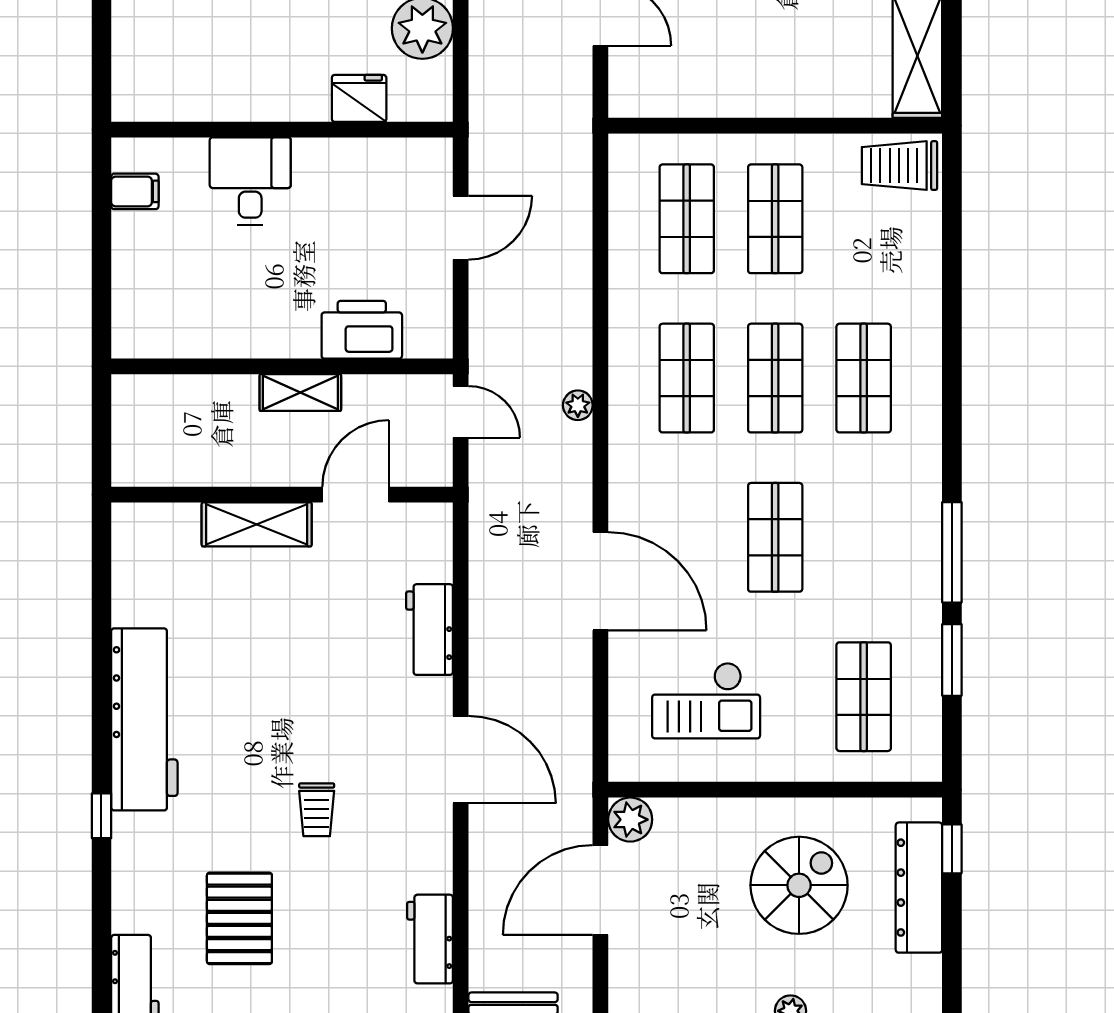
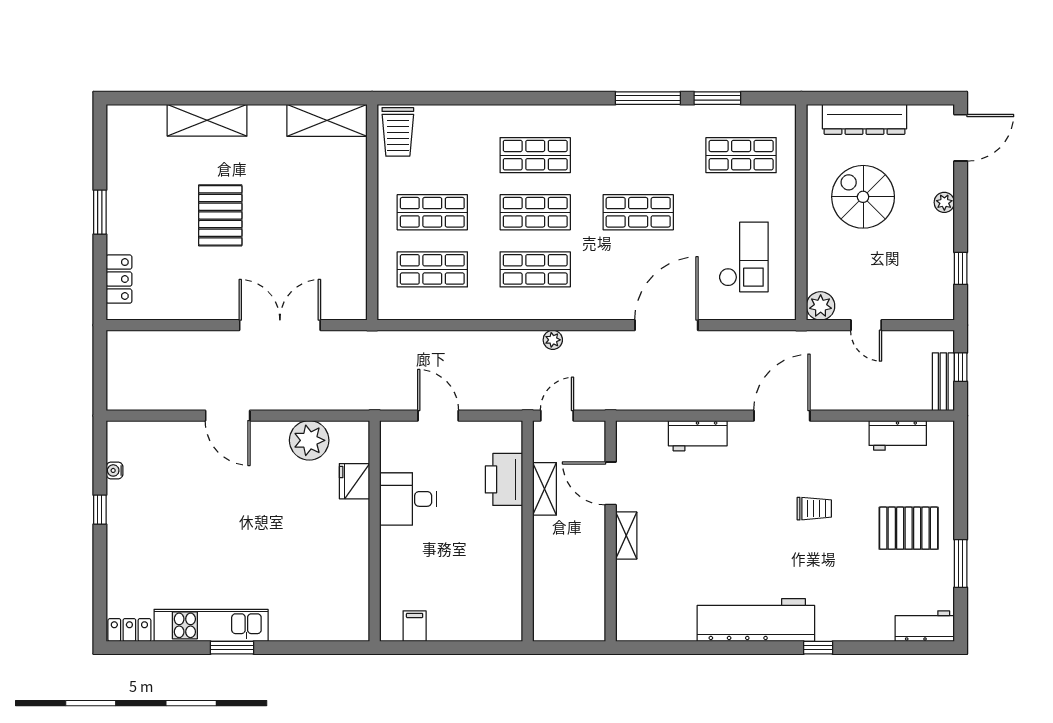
desk: (250, 181) -> (408, 499), moved
shelving: (300, 393) -> (545, 489), moved
shelving: (257, 524) -> (626, 536), width x0.67, depth x0.75
window: (952, 849) -> (839, 98), removed
door: (600, 890) -> (866, 325), width x0.53
pallet: (239, 918) -> (909, 528), moved

